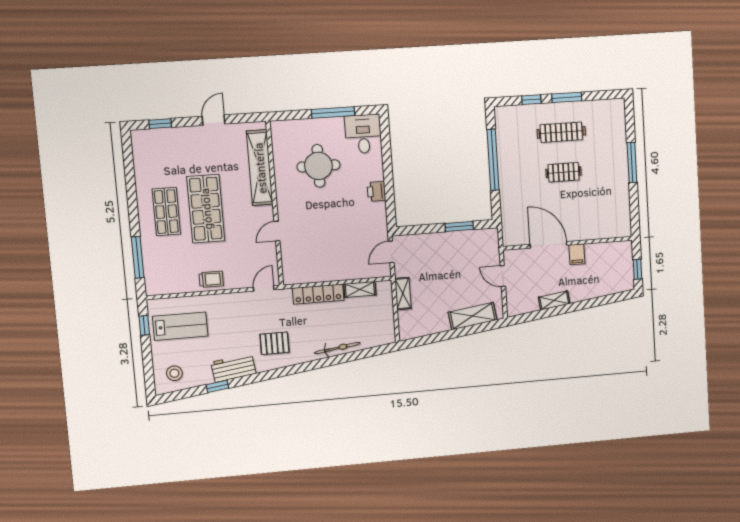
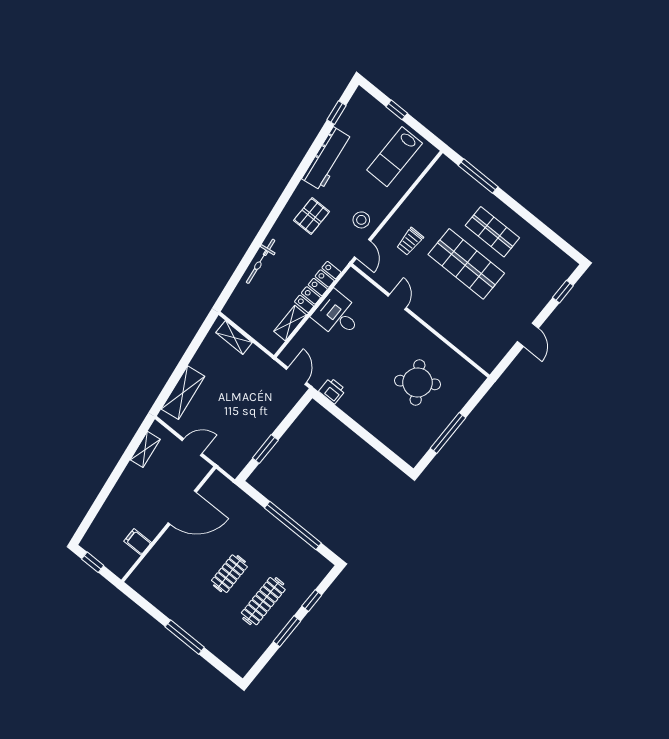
desk: (363, 134) -> (337, 315), moved, turned 180
round table: (318, 166) -> (417, 382), turned -33
shelving: (260, 168) -> (459, 336), removed
printer: (376, 191) -> (332, 391), moved
filing cabinet: (577, 254) -> (138, 542), moved
trolley: (211, 279) -> (410, 241), moved
shelving: (403, 294) -> (234, 338), moved
shelving: (554, 300) -> (145, 449), moved
window: (144, 325) -> (397, 110), moved
workbench: (233, 368) -> (327, 159), width x1.37
stool: (174, 373) -> (361, 220), moved
window: (217, 386) -> (336, 113), moved

